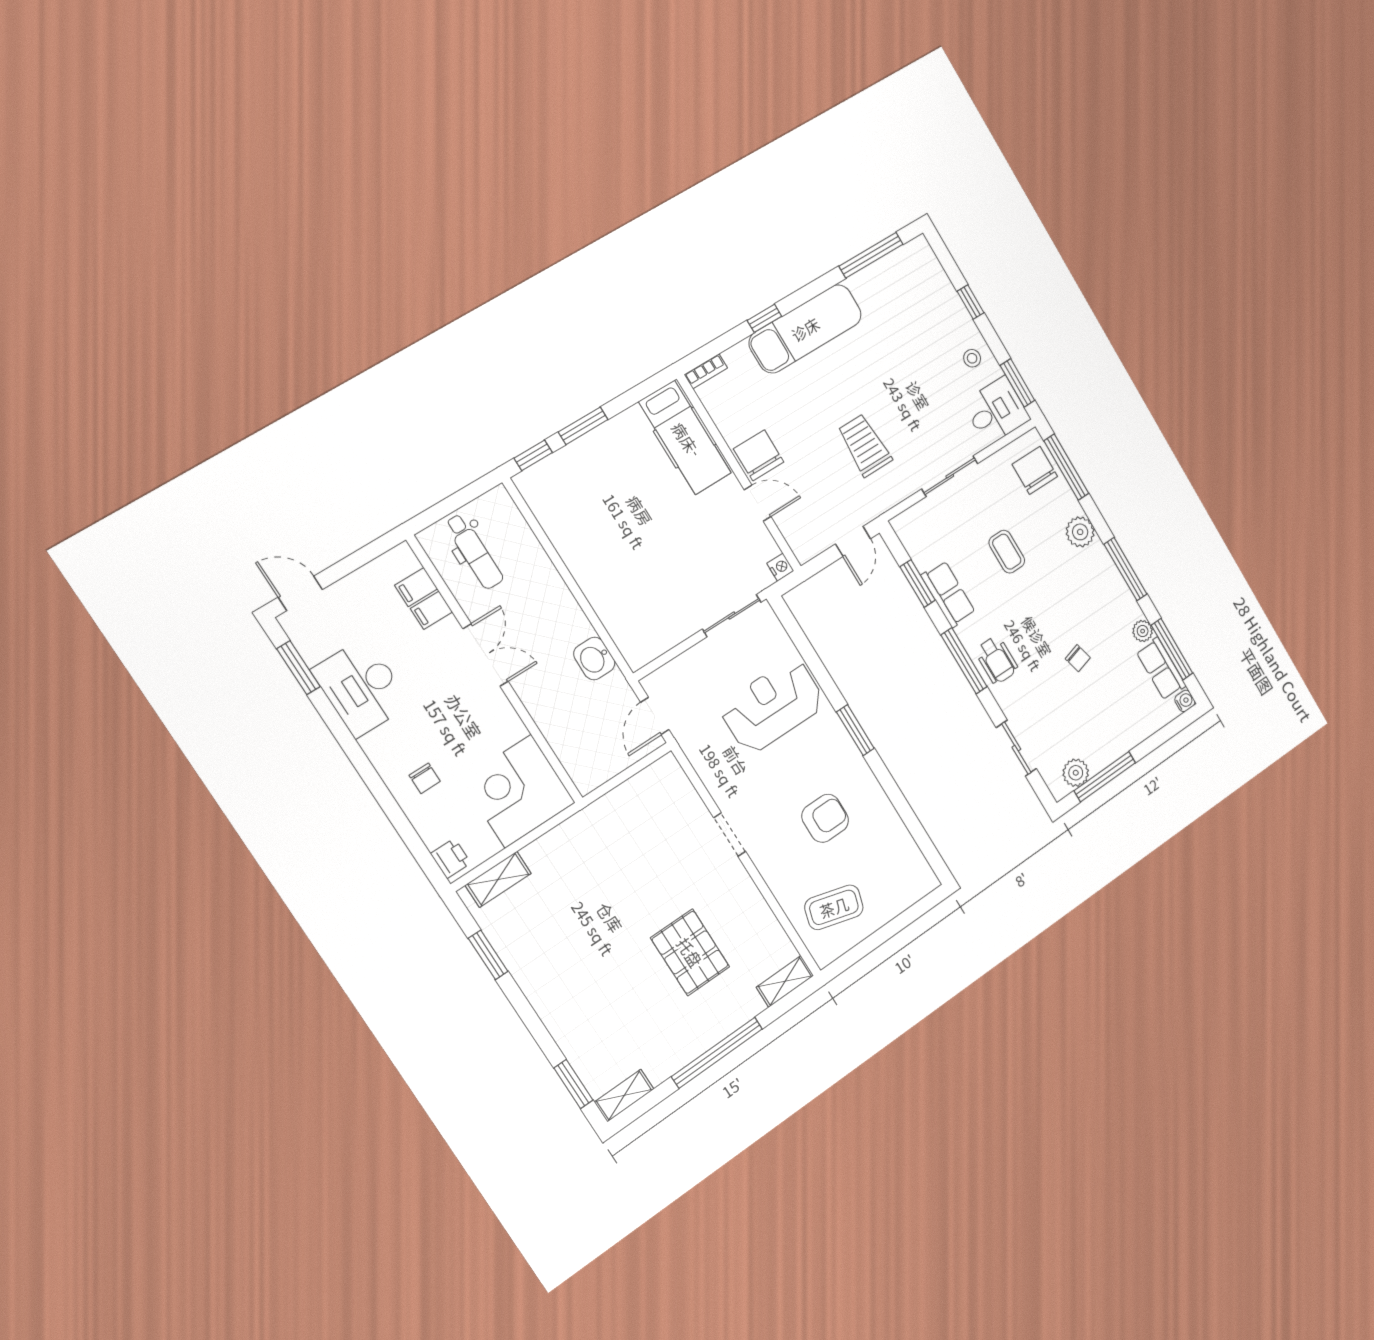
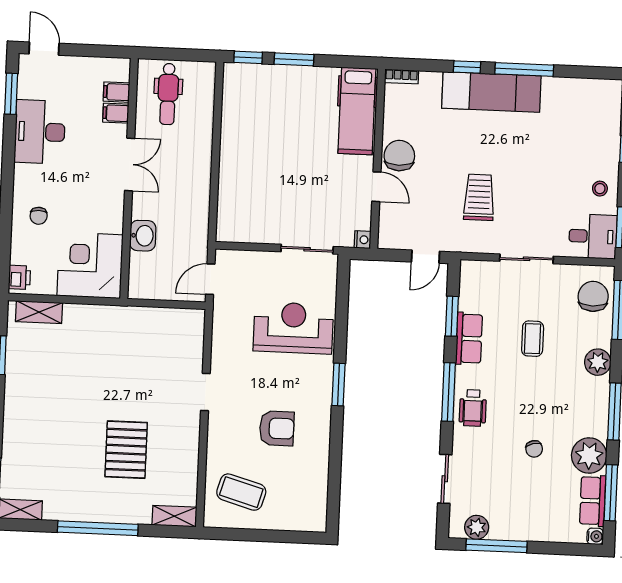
window: (871, 255) -> (524, 70), moved
plant: (1143, 631) -> (589, 456), width x1.88, depth x1.88
washbasin: (594, 659) -> (143, 236), moved, turned 180

